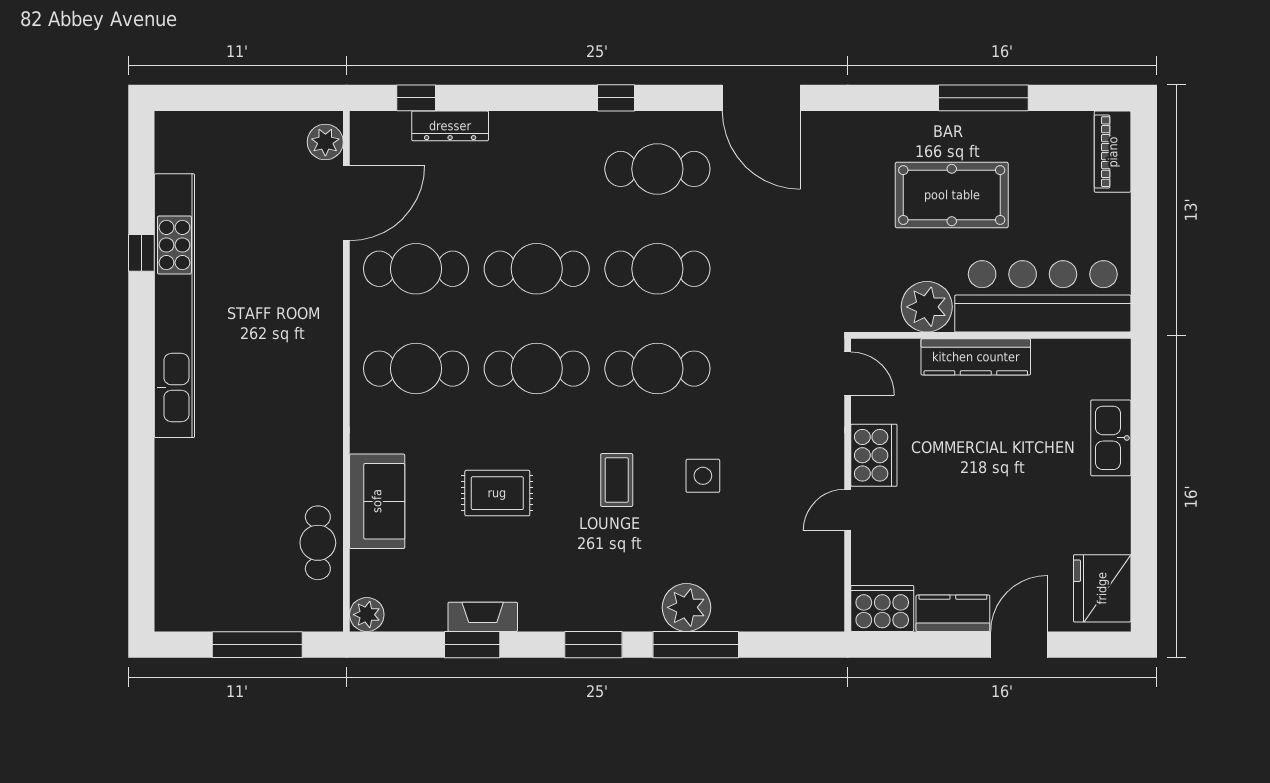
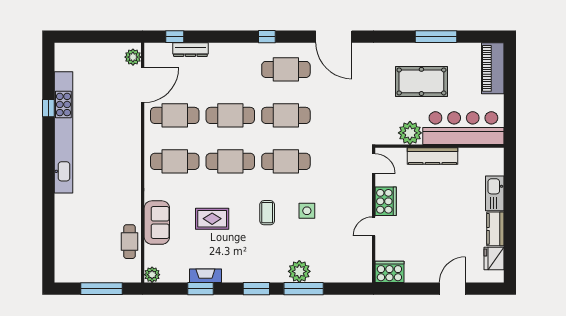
piano: (1113, 152) -> (493, 68), width x1.37, depth x1.33
fridge: (1102, 588) -> (494, 258), width x0.73, depth x0.75
kitchen counter: (953, 613) -> (495, 229), moved, turned -90

